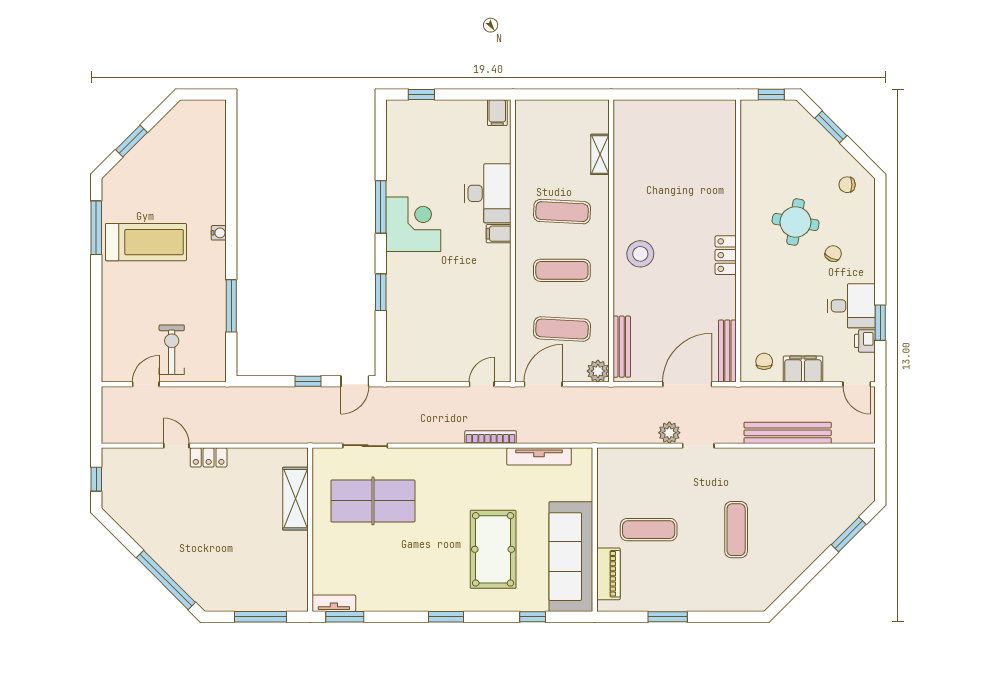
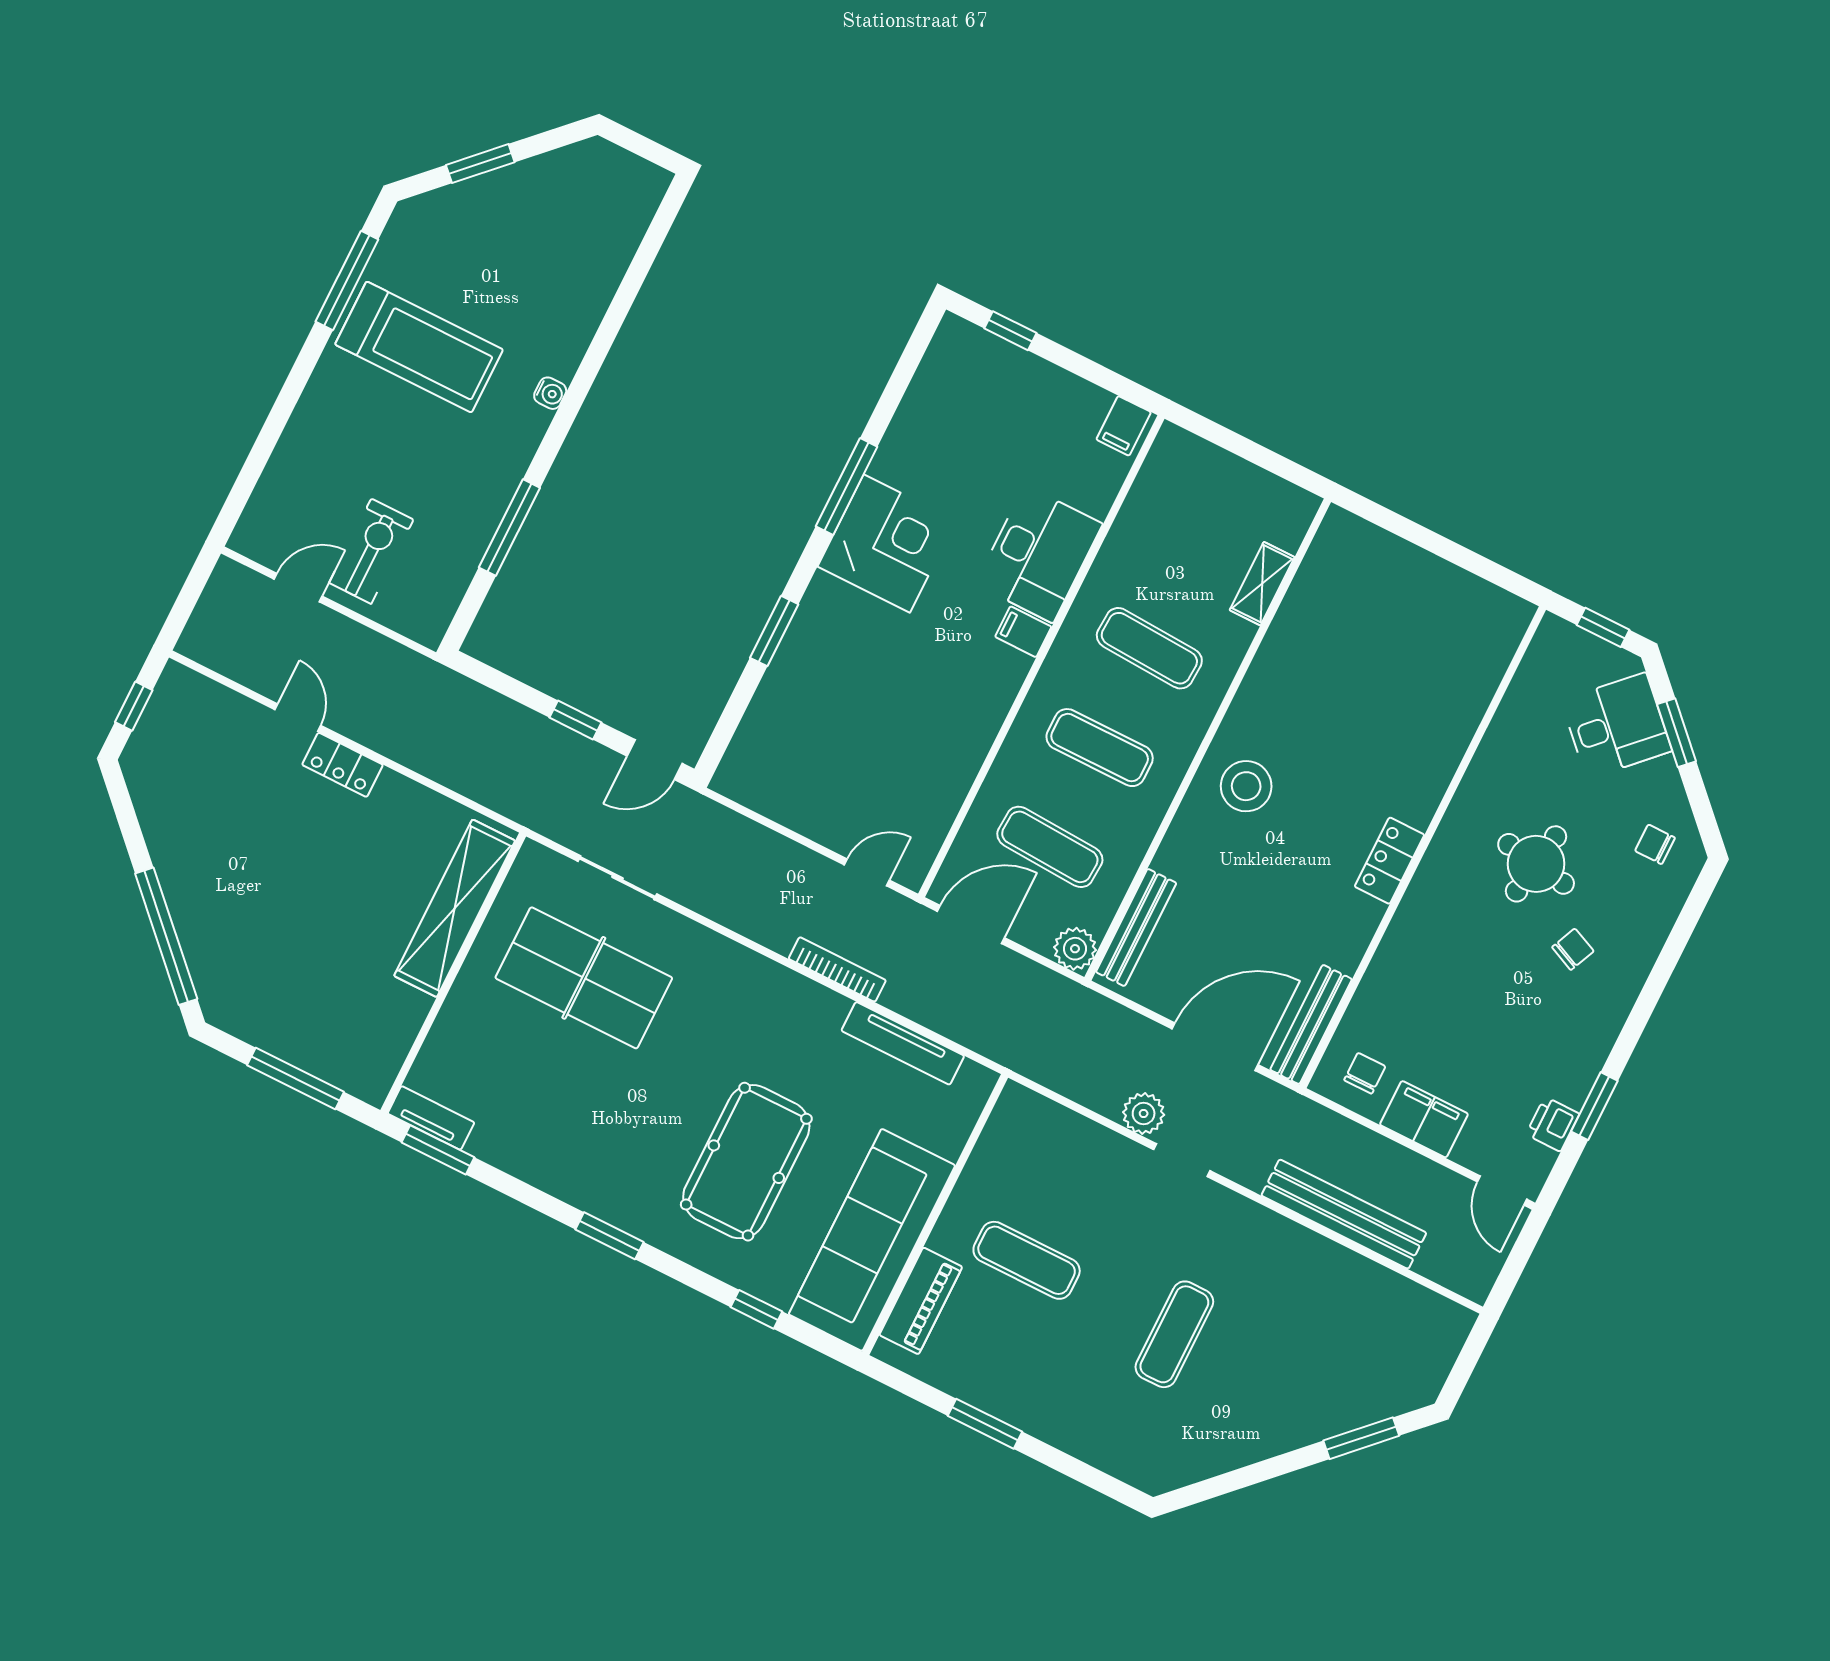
desk: (851, 306) -> (1616, 726), moved, turned -45
shelving: (295, 499) -> (455, 908), width x1.47

